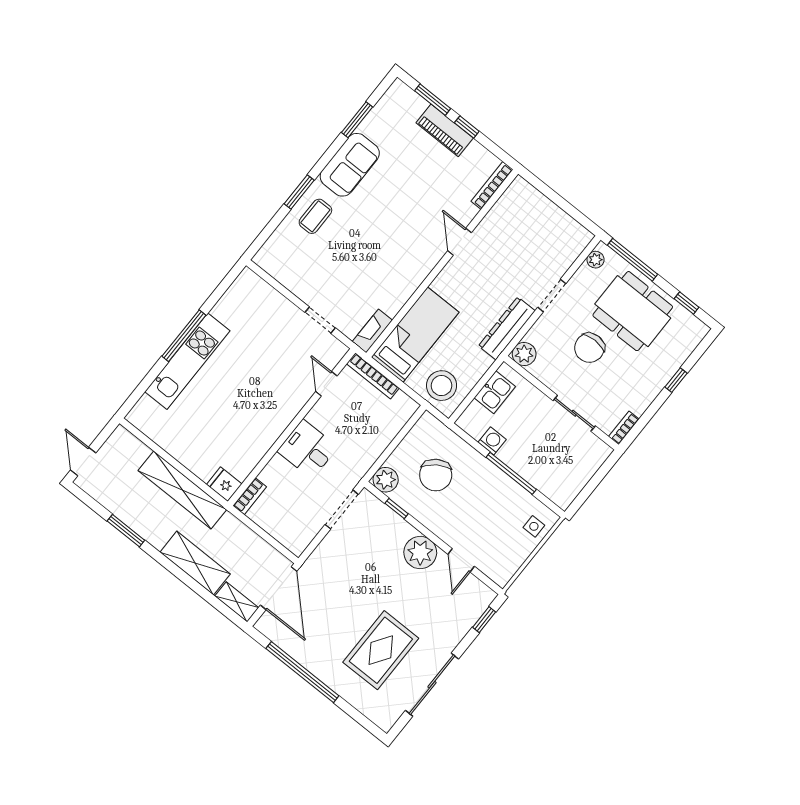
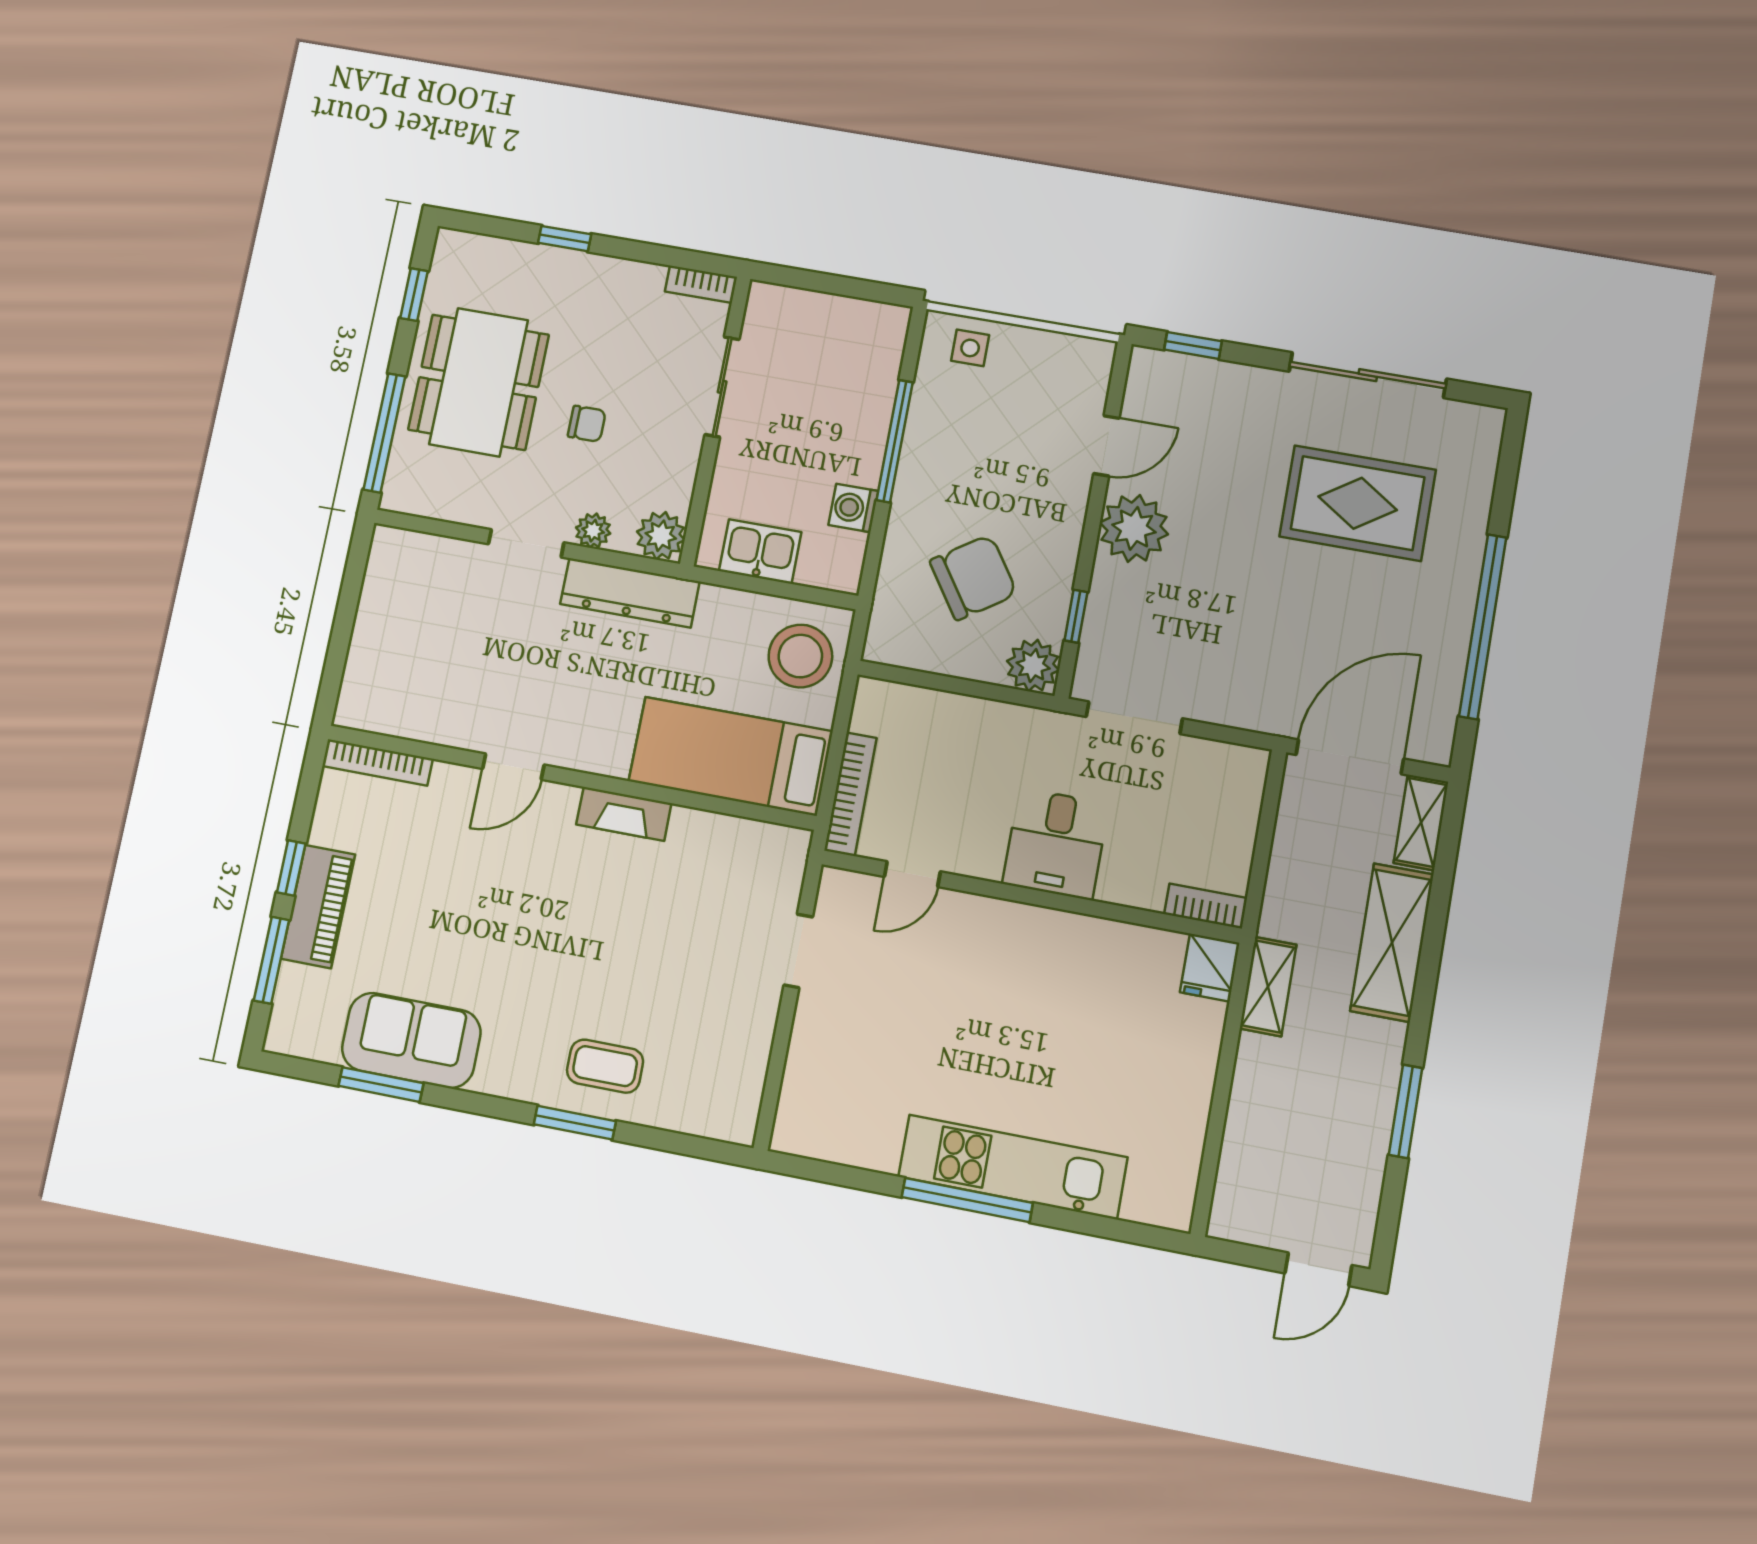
sofa: (350, 165) -> (411, 1040), moved
plant: (595, 260) -> (593, 531), moved
fireplace: (372, 331) -> (624, 814), moved
chair: (589, 348) -> (587, 424), width x0.54, depth x0.54
shelving: (182, 490) -> (1268, 987), width x0.45, depth x0.75

